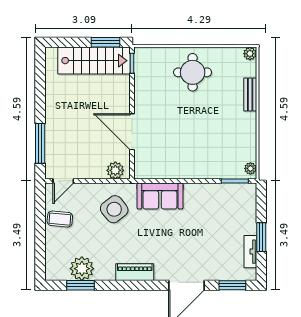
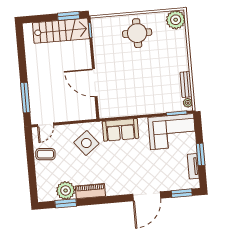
plant: (250, 54) -> (176, 20), width x1.88, depth x1.88
bench: (250, 94) -> (186, 85), moved
plant: (115, 170) -> (85, 113), removed
corner sofa: (227, 204) -> (172, 132), added
piano: (135, 272) -> (90, 191), moved

